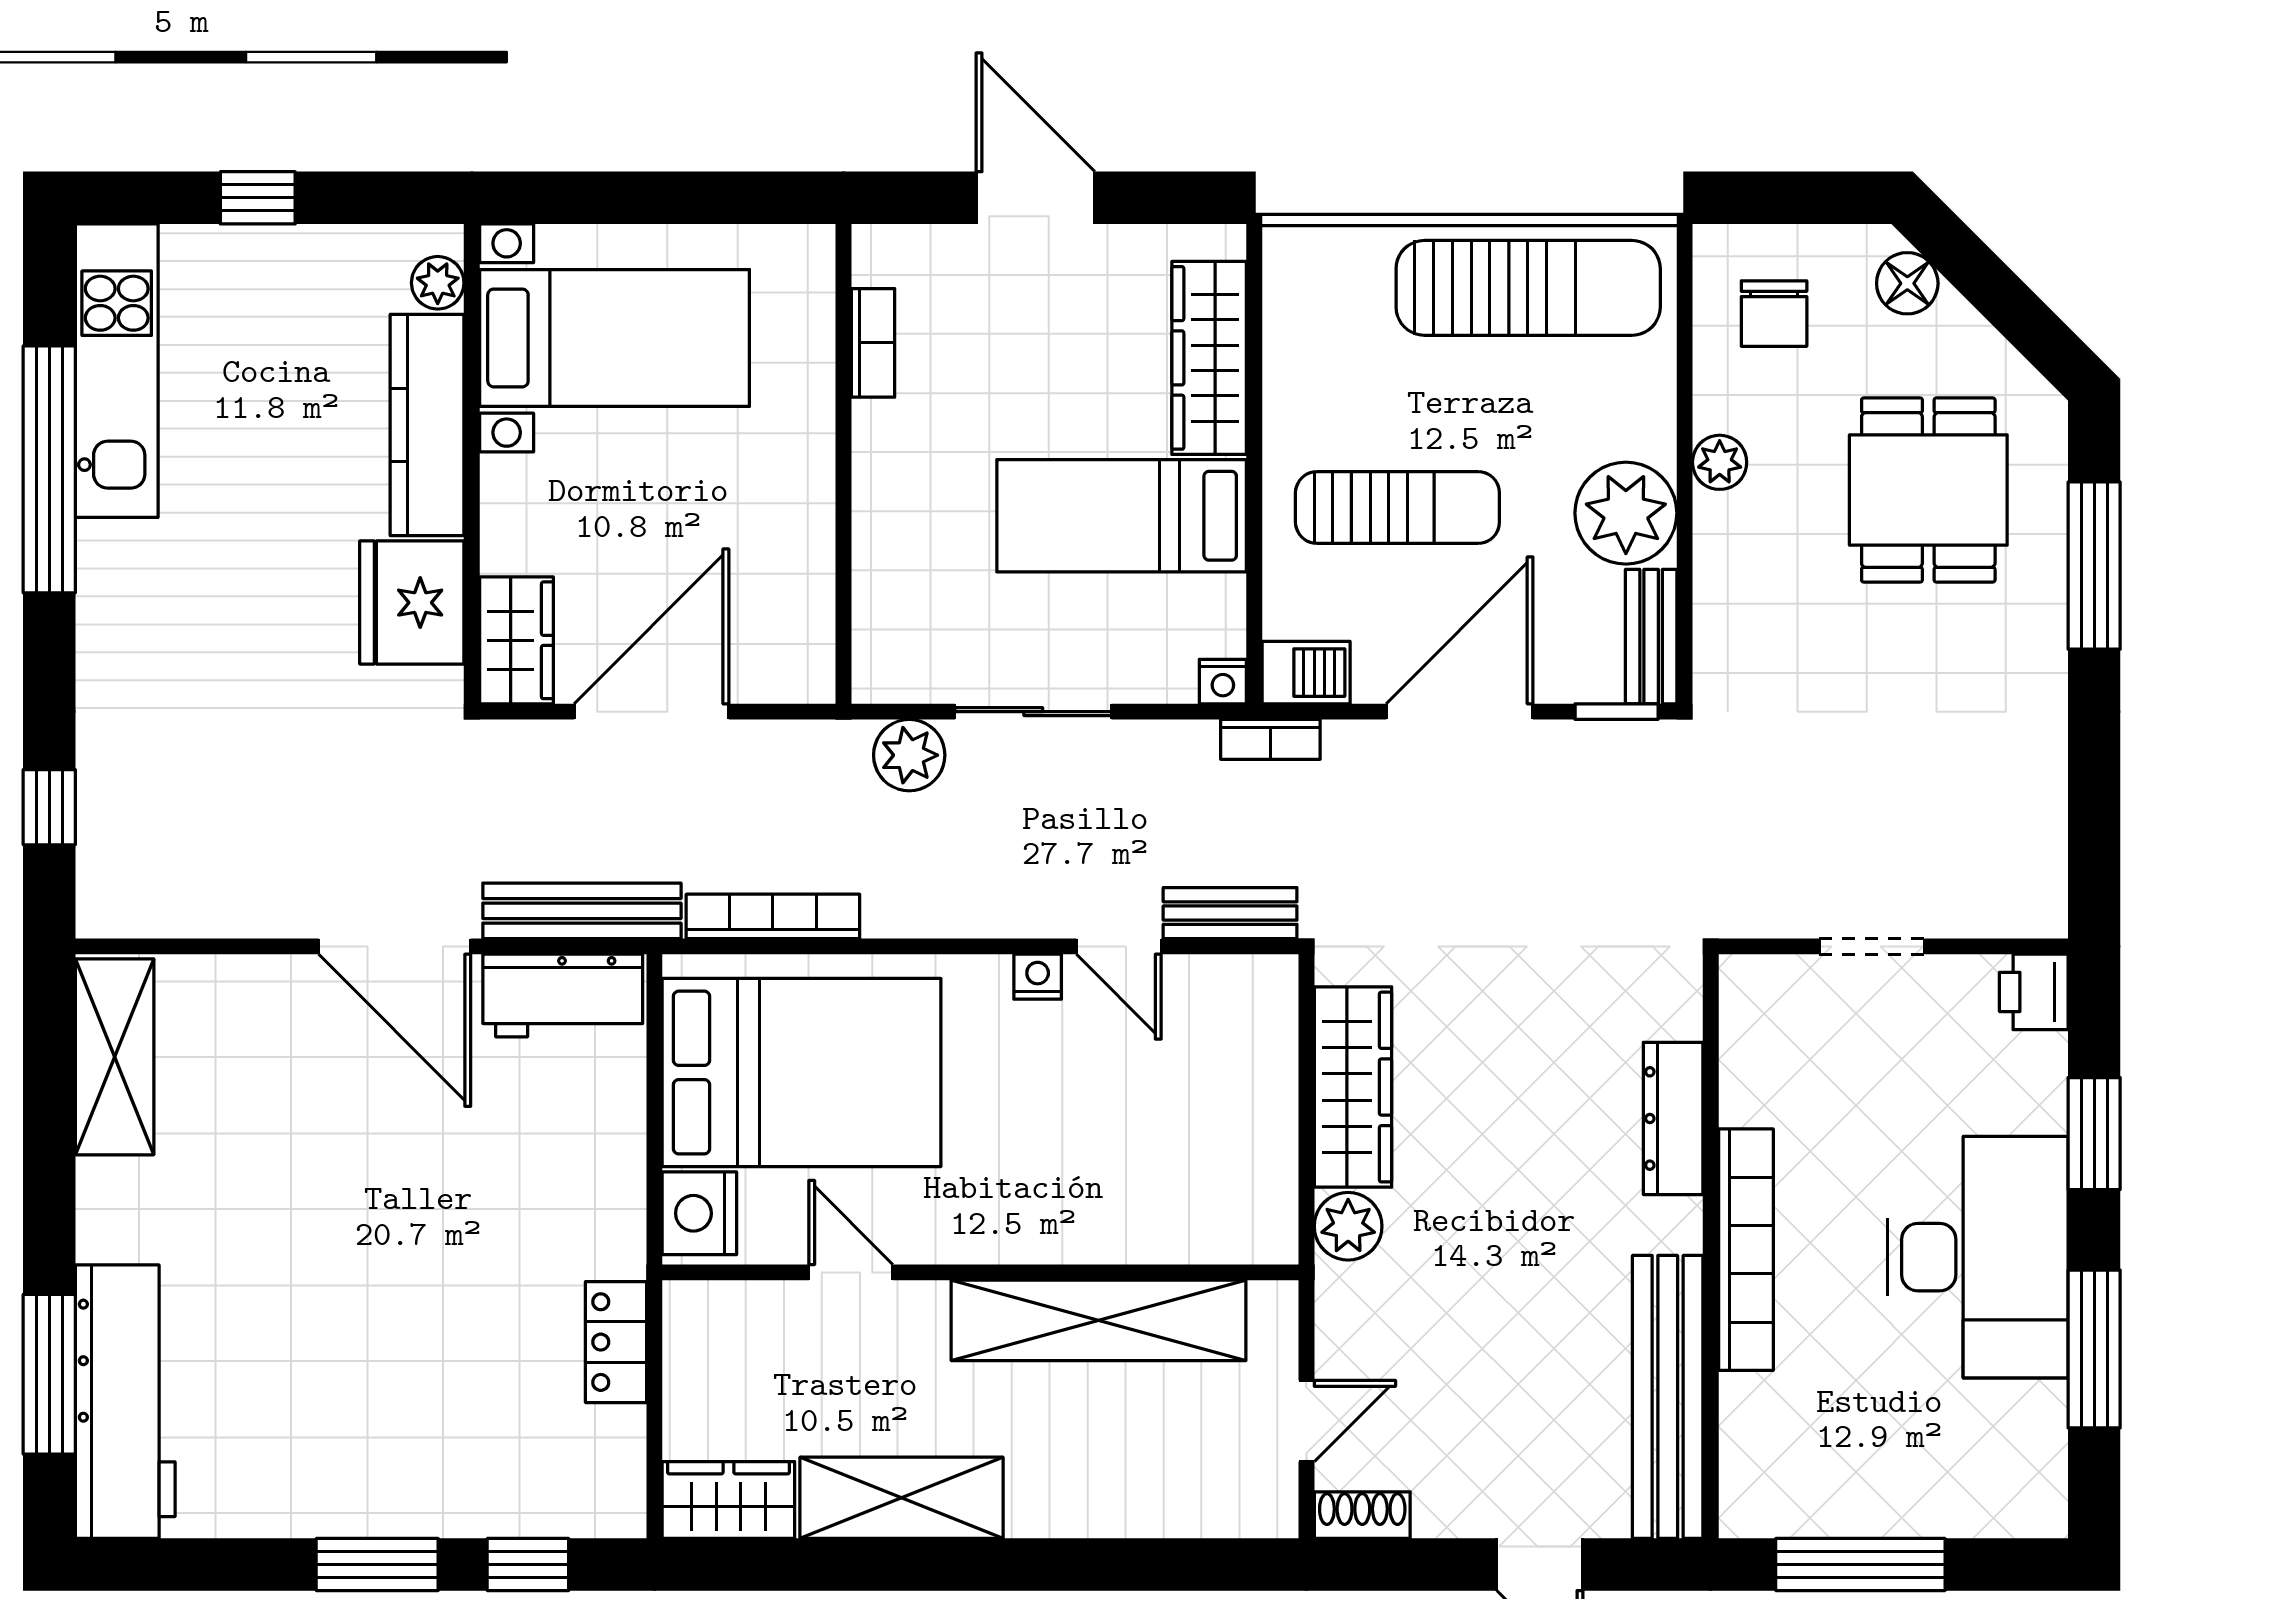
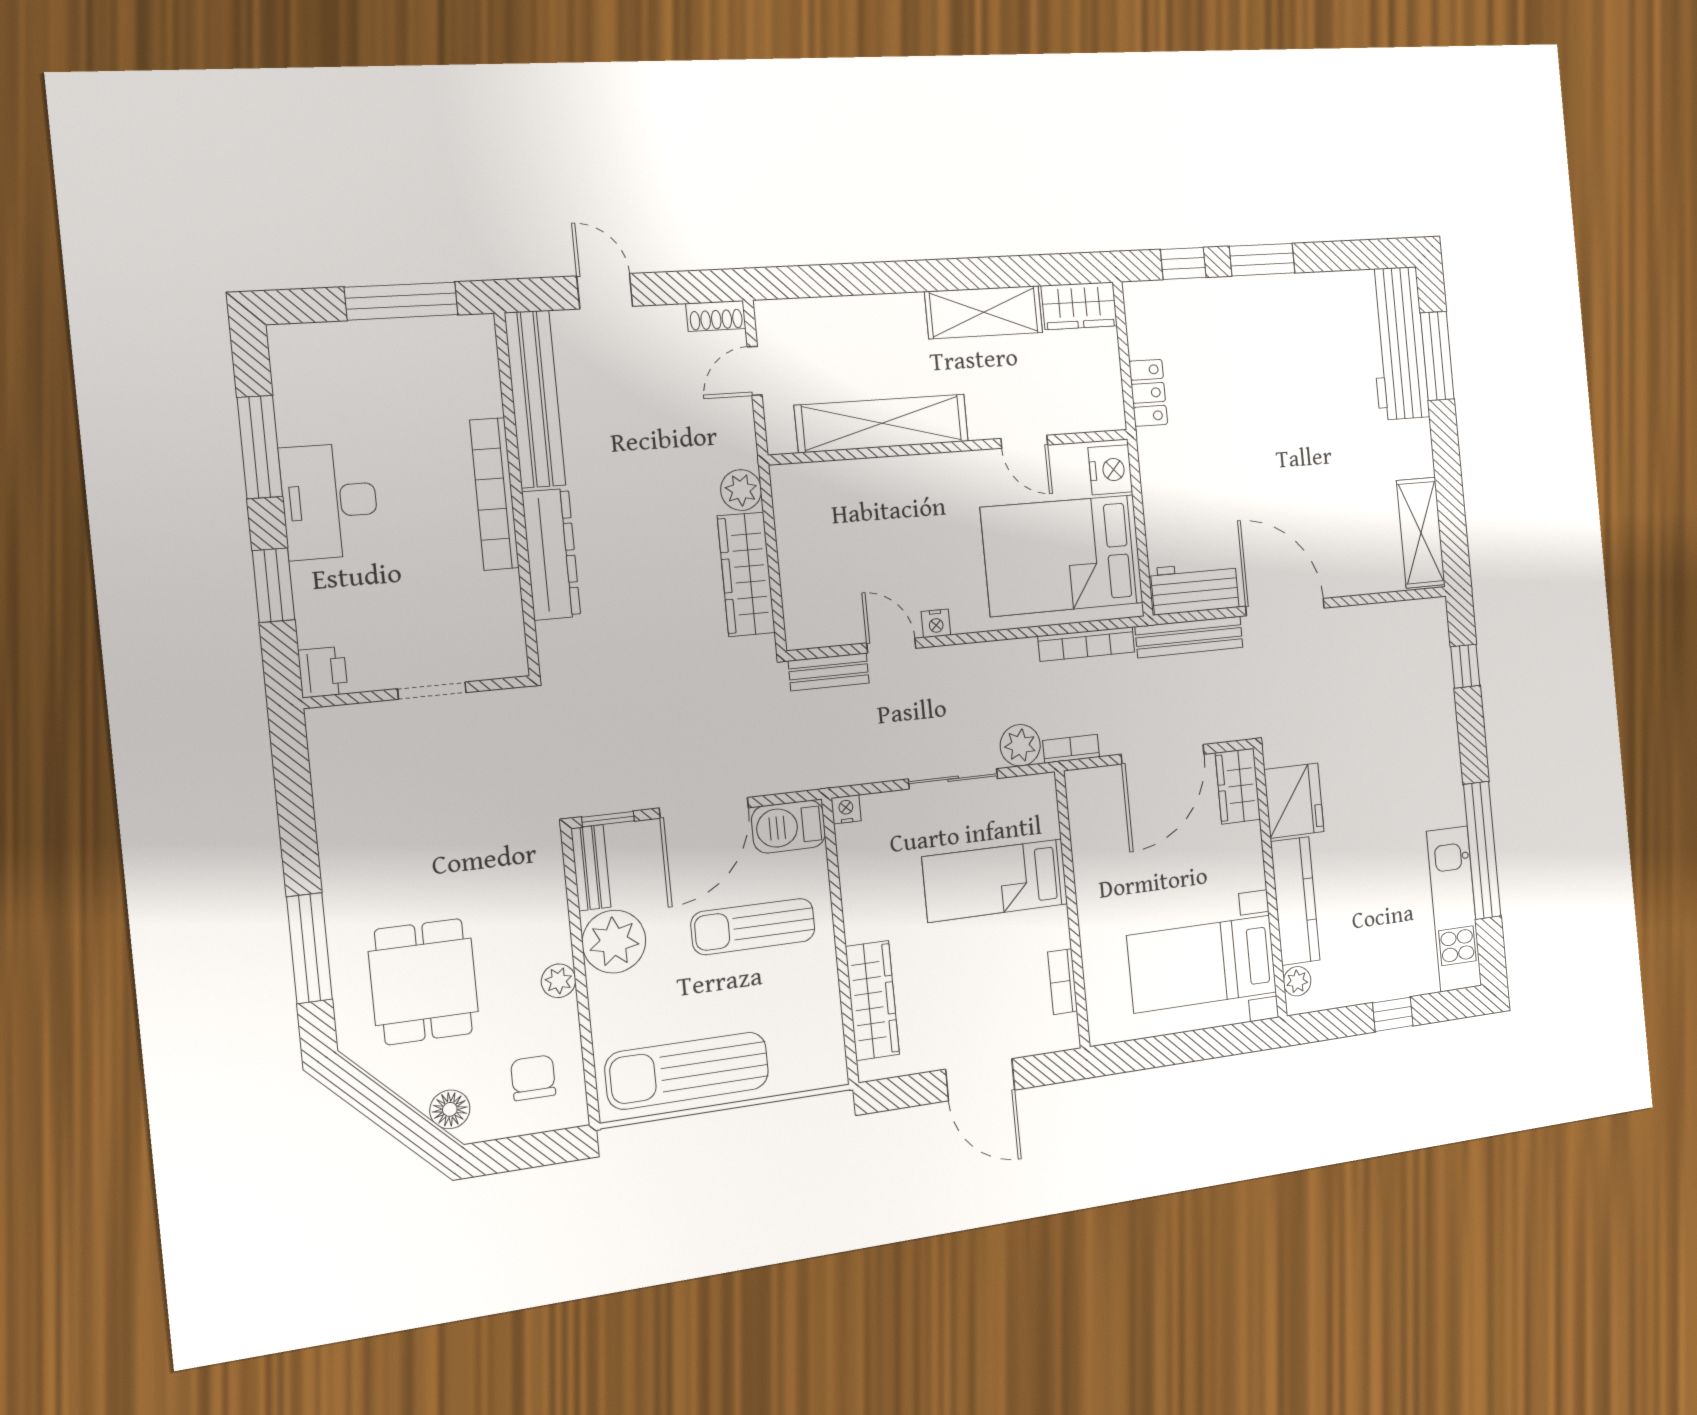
bed: (1122, 516) -> (995, 880), moved, turned 180
barbecue: (1306, 673) -> (789, 827), width x1.38, depth x1.27
bookcase: (1270, 739) -> (1071, 749), moved
dresser: (1673, 1118) -> (551, 554), width x1.37, depth x1.24
desk: (1978, 1257) -> (330, 501), width x0.73, depth x0.77

